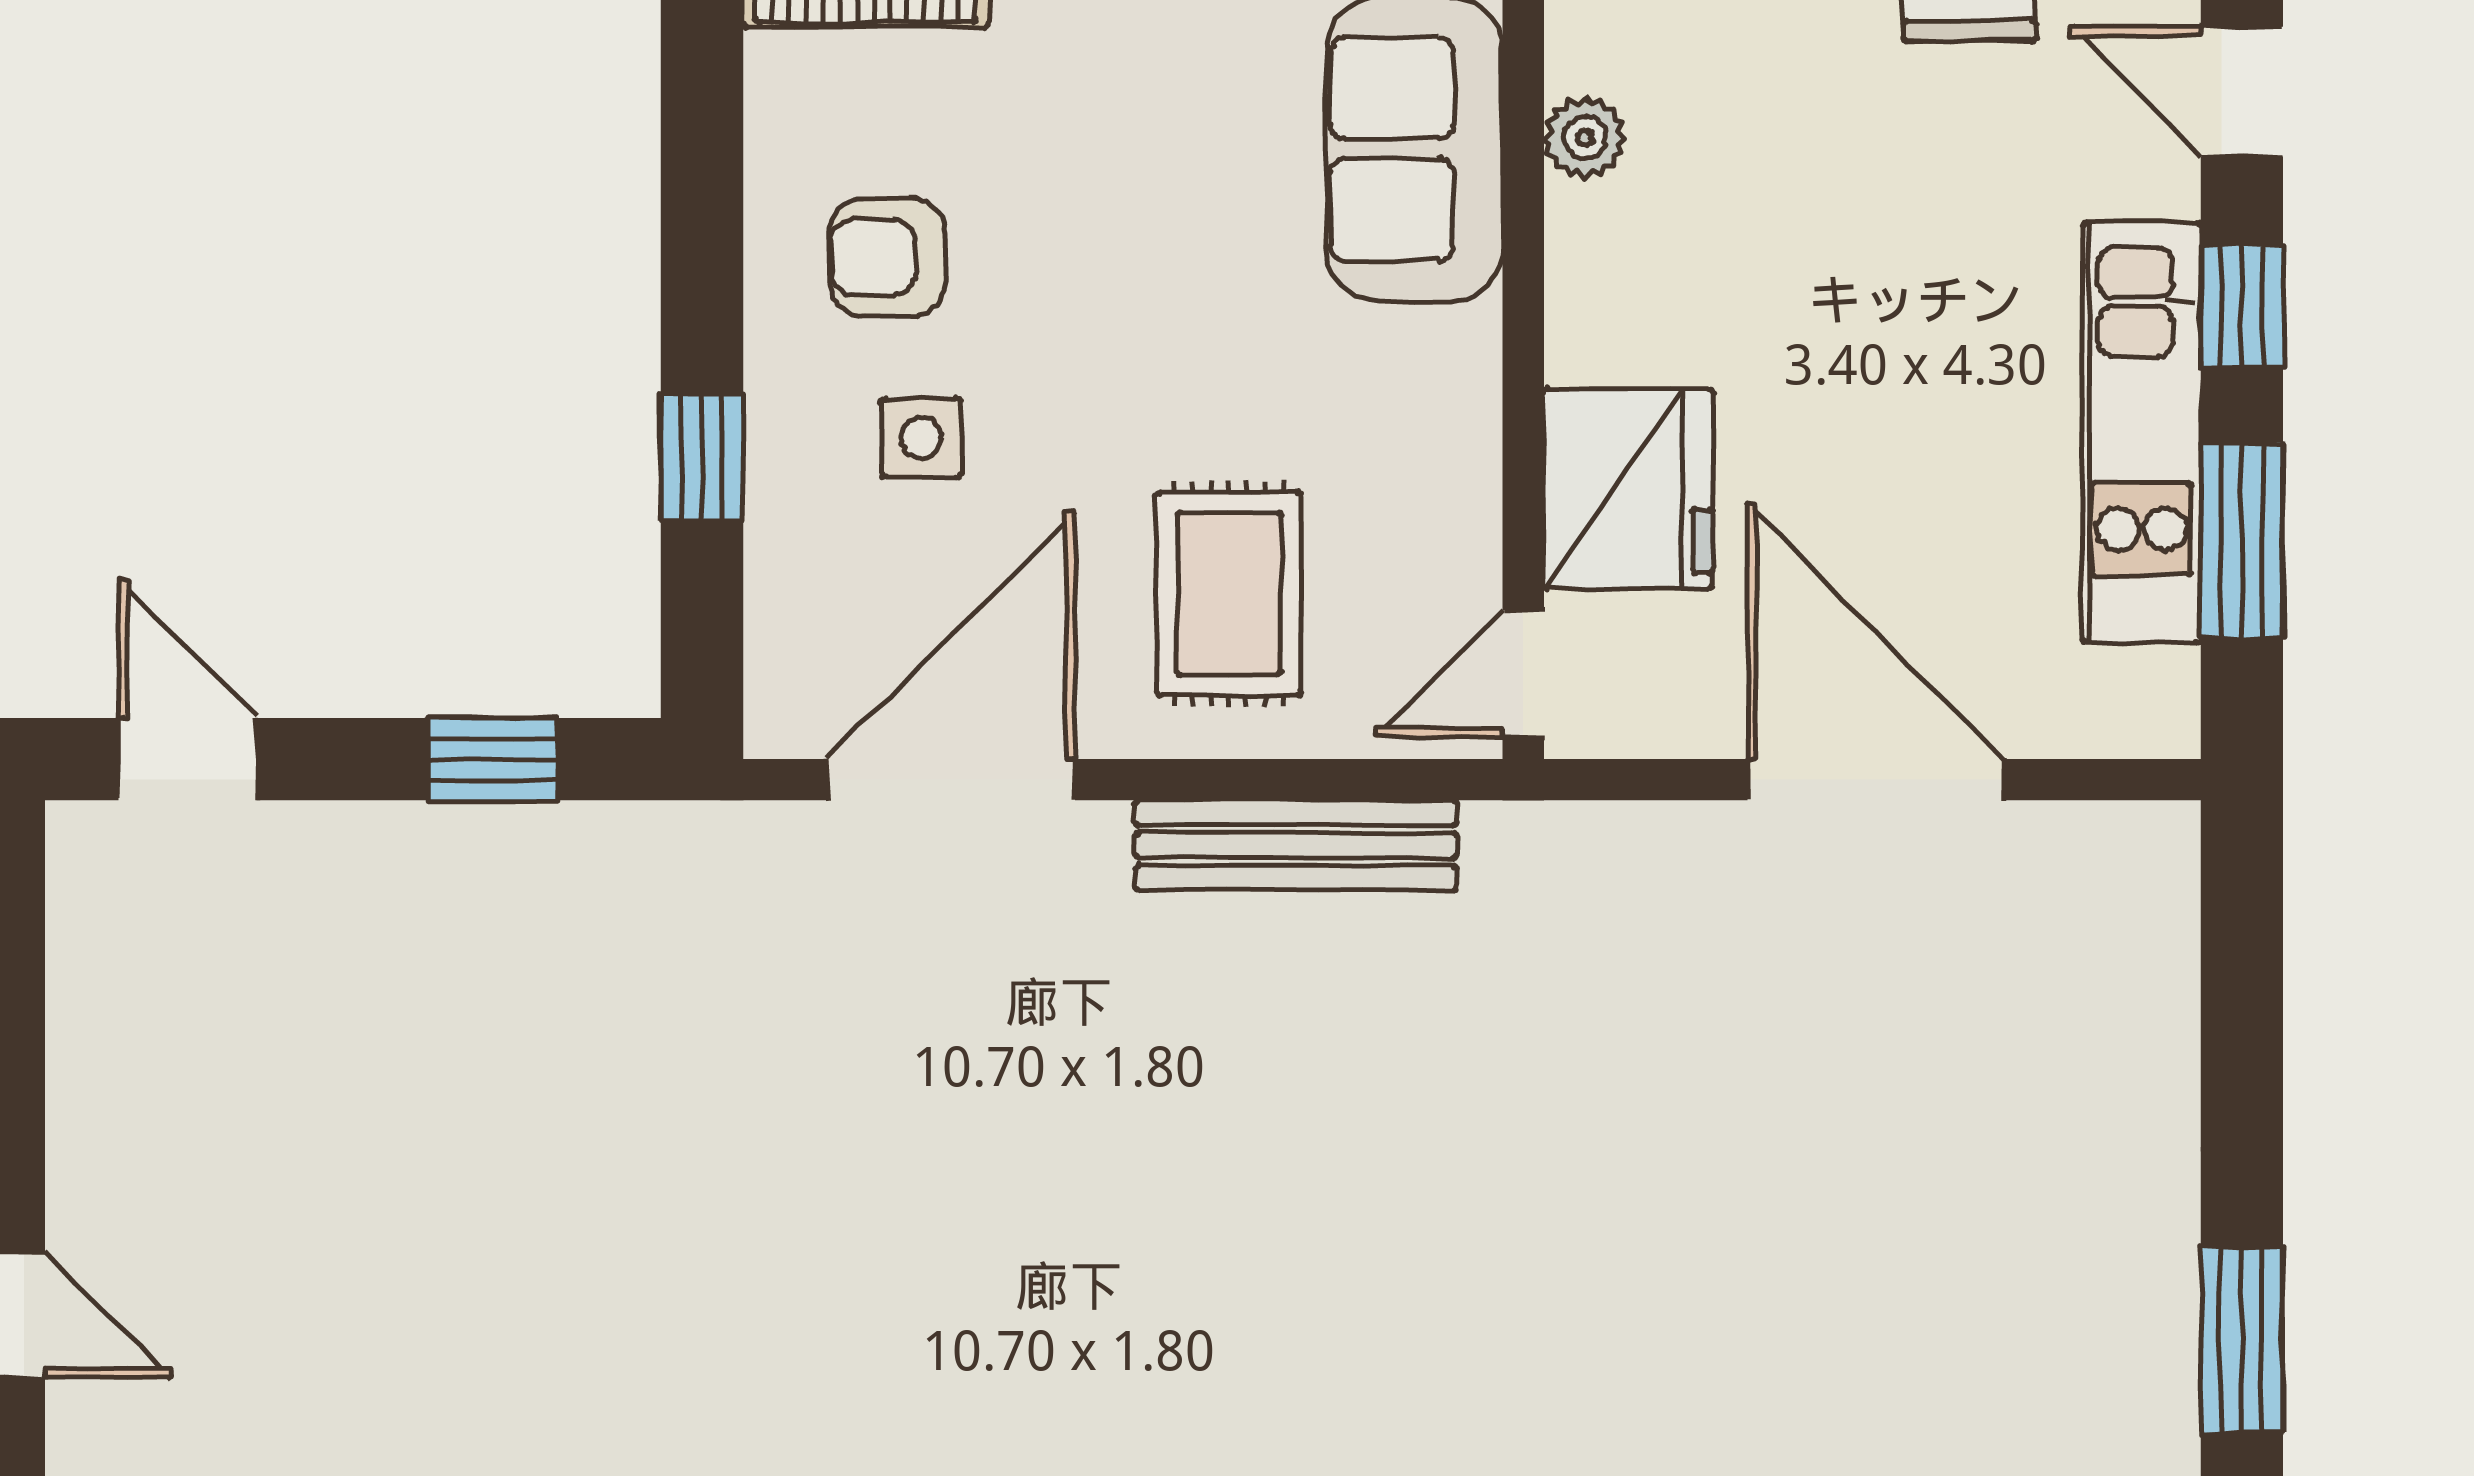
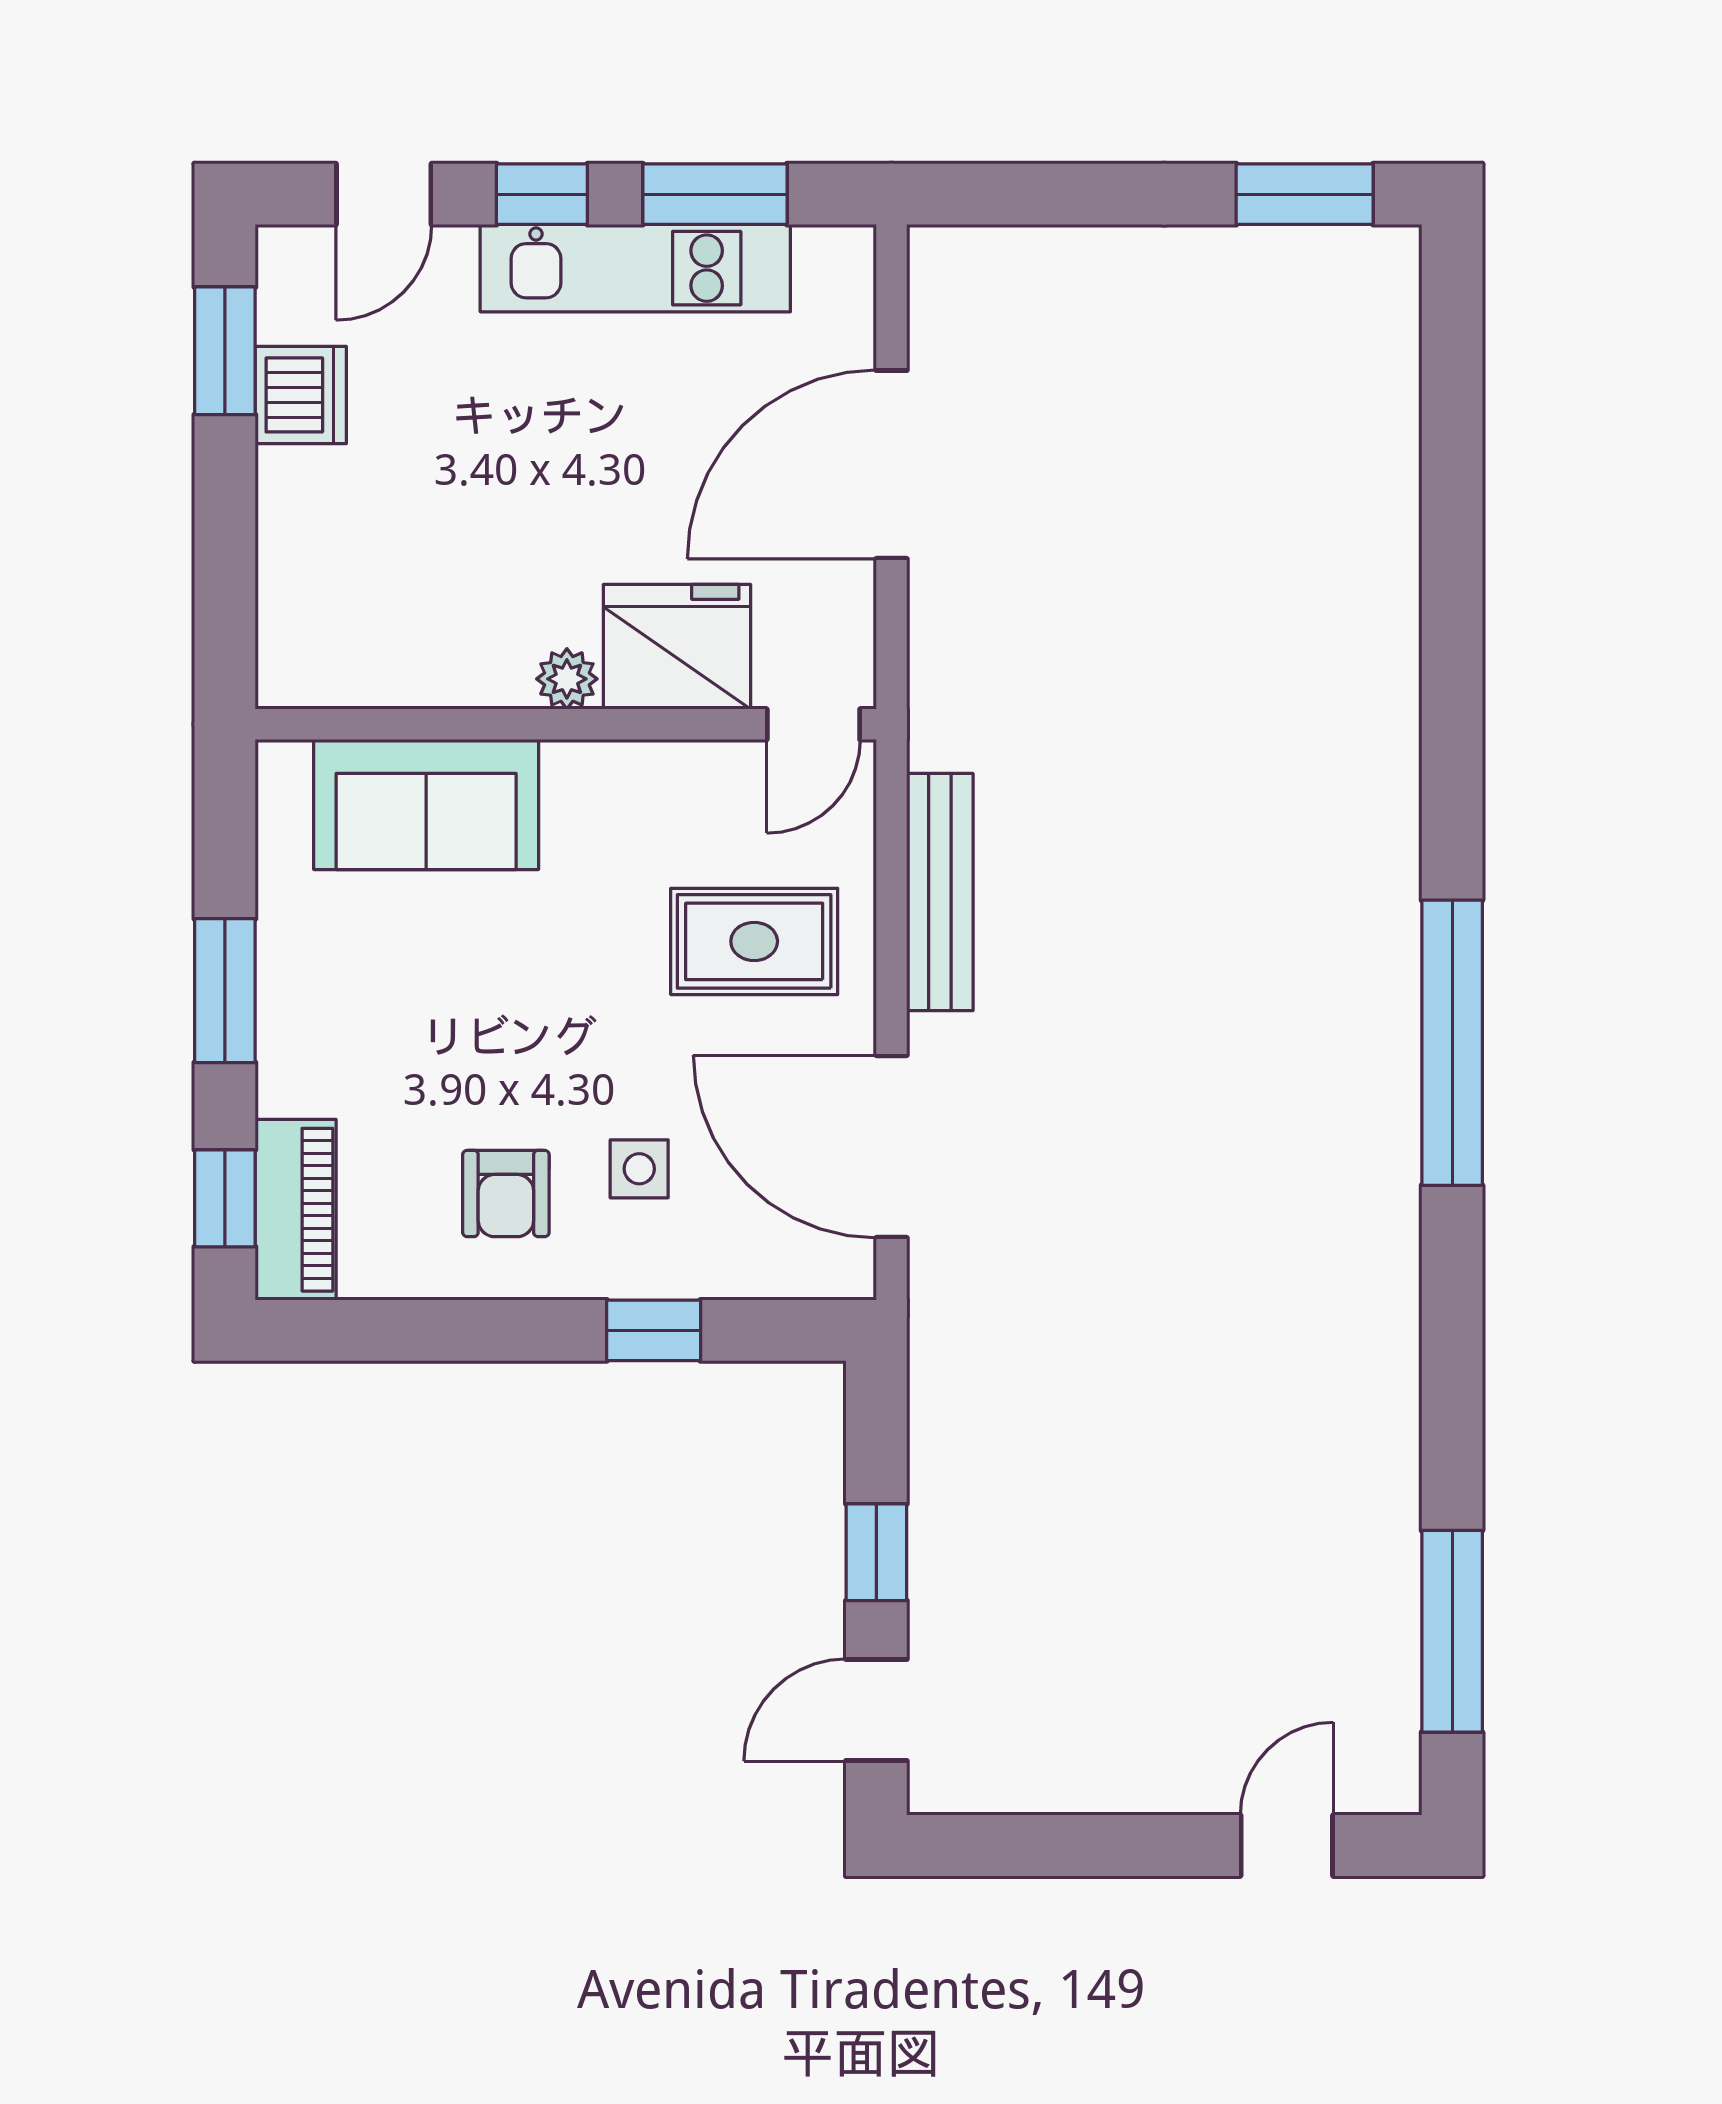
plant: (1585, 137) -> (567, 679), moved
door: (1523, 674) -> (813, 724), hinge flipped
window: (493, 759) -> (876, 1552), moved

